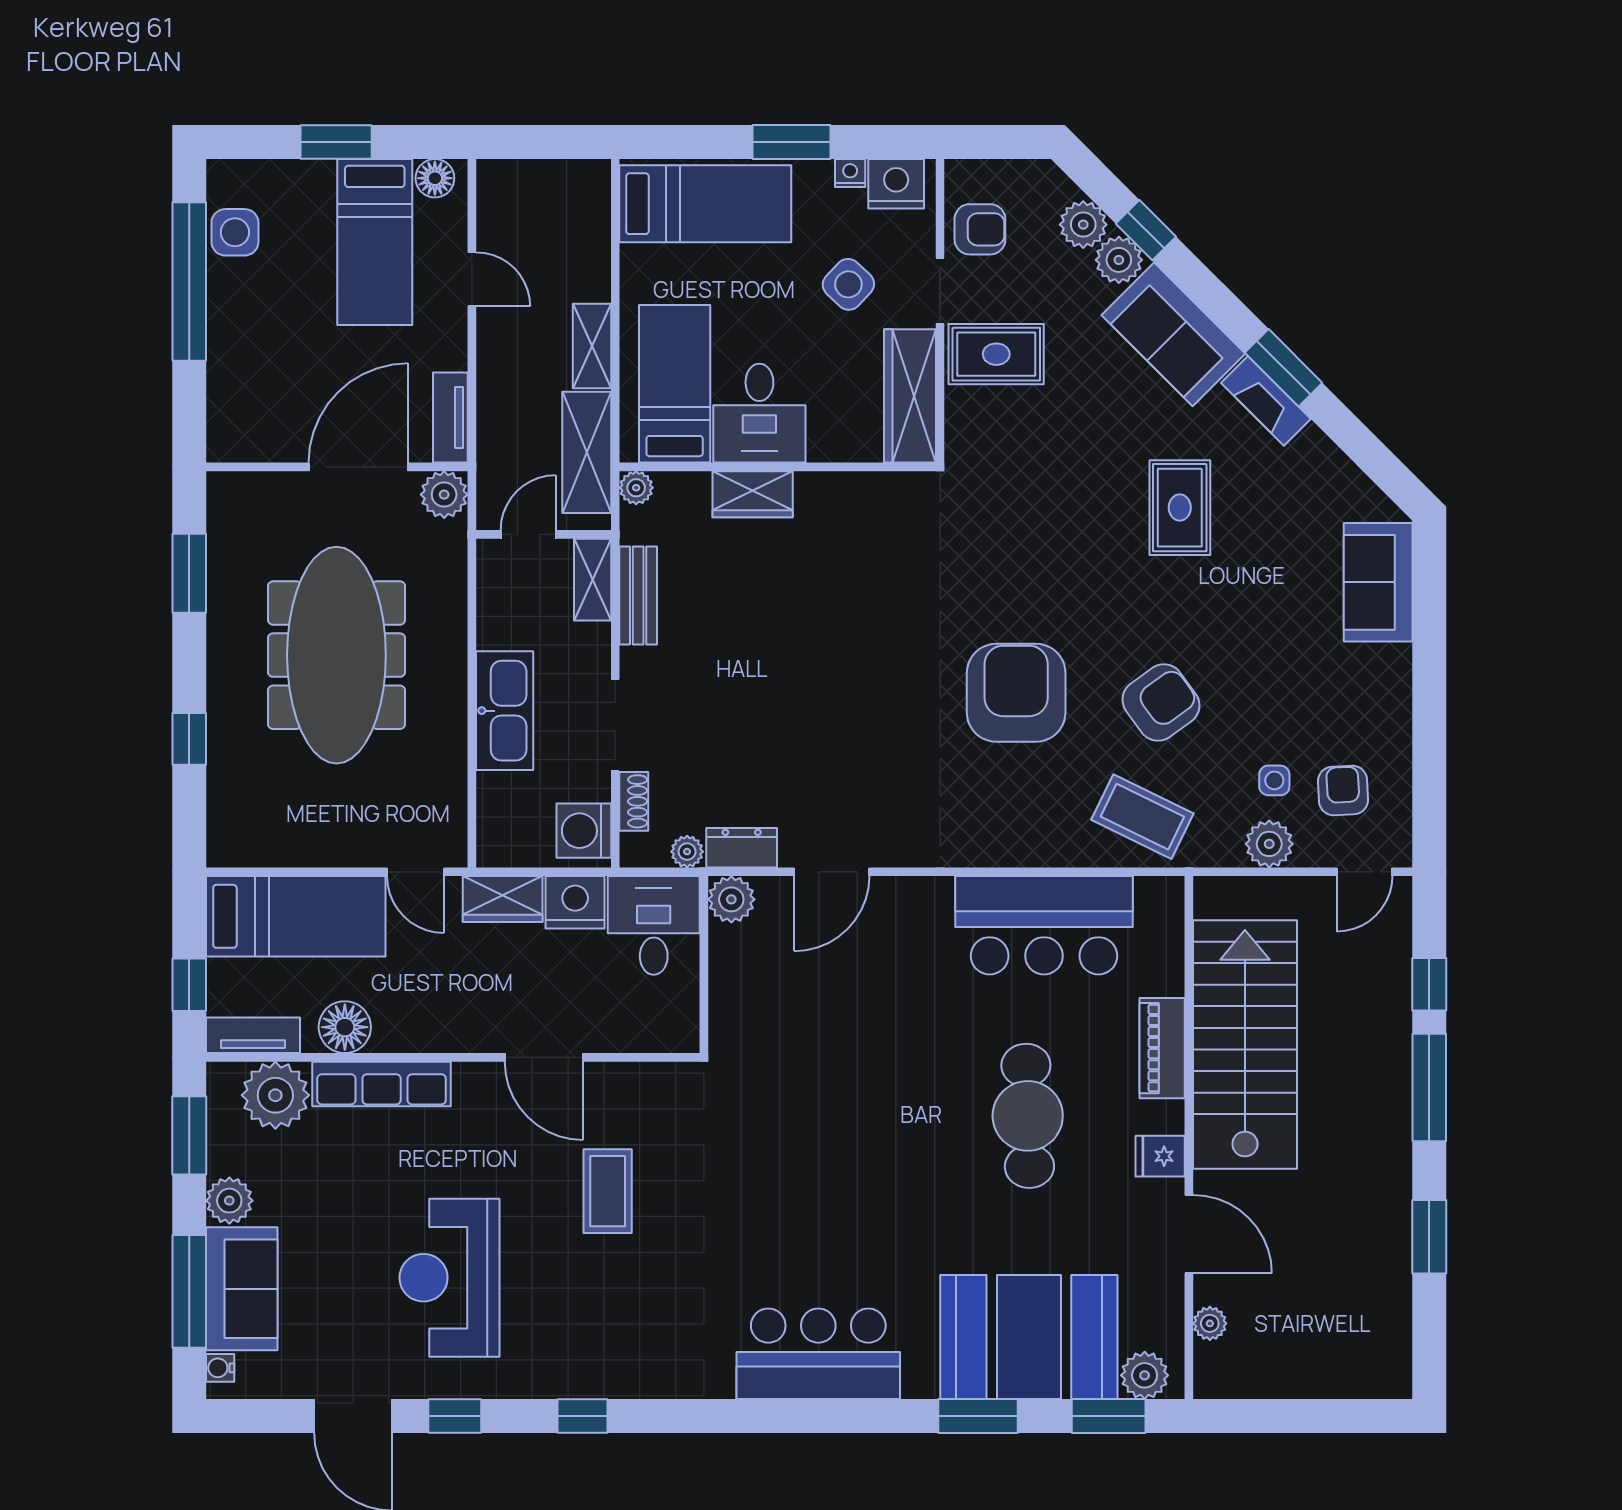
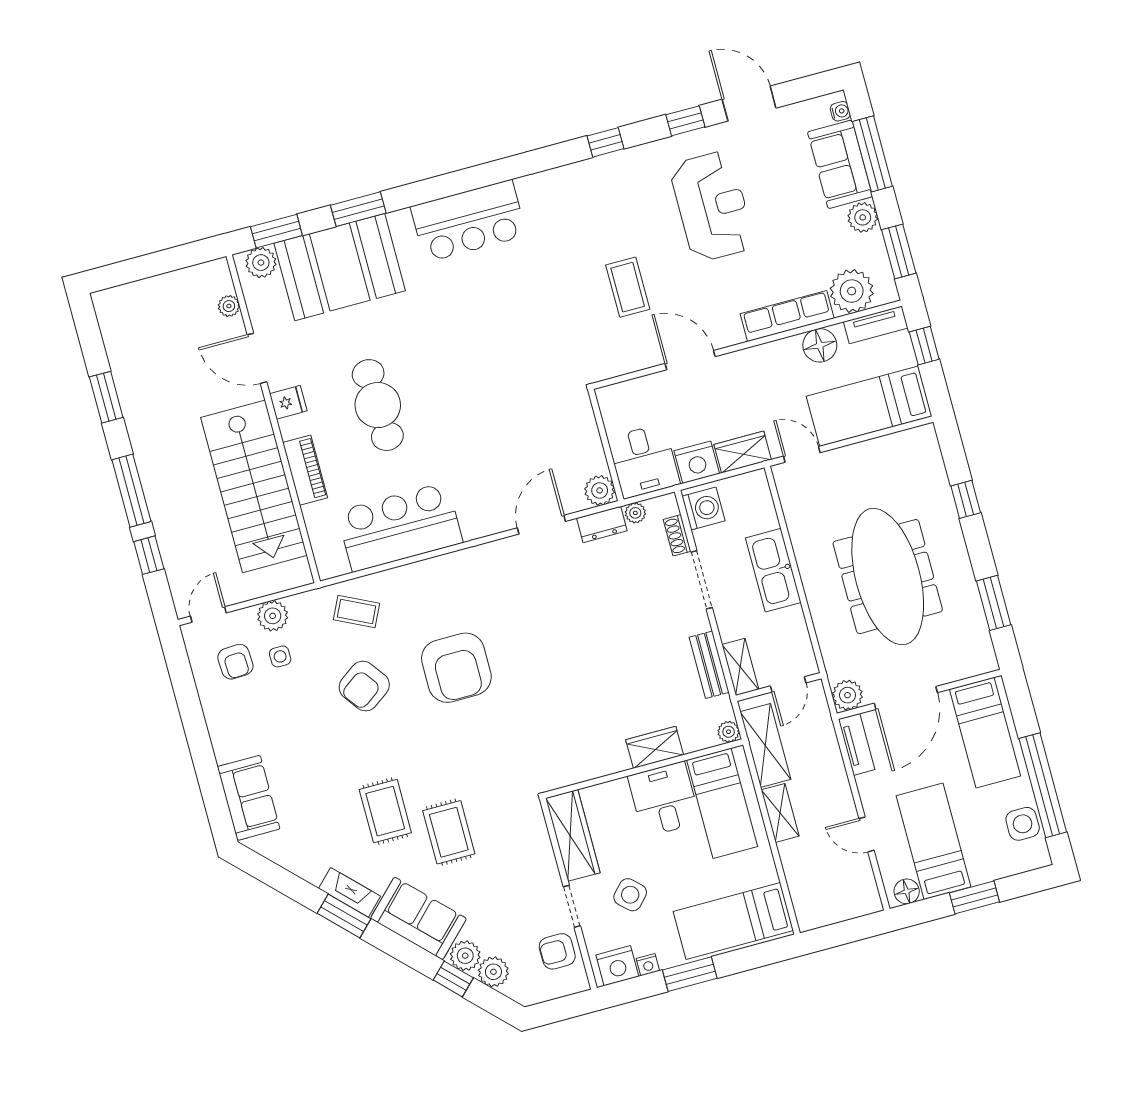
rug: (996, 354) -> (449, 832), moved, turned 90
bed: (254, 383) -> (985, 733), added
coffee table: (1142, 817) -> (357, 612), width x0.73, depth x0.77

